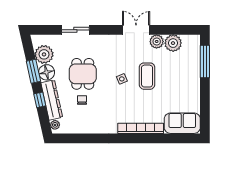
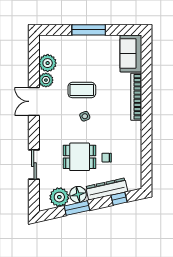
window: (205, 61) -> (89, 30), moved
window: (40, 100) -> (119, 199), moved
plant: (55, 125) -> (133, 186), removed

